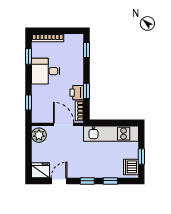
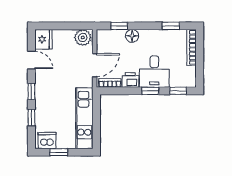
desk: (46, 71) -> (154, 72), moved, turned 180
floor lamp: (37, 91) -> (132, 36), added
window: (87, 91) -> (150, 91), moved

